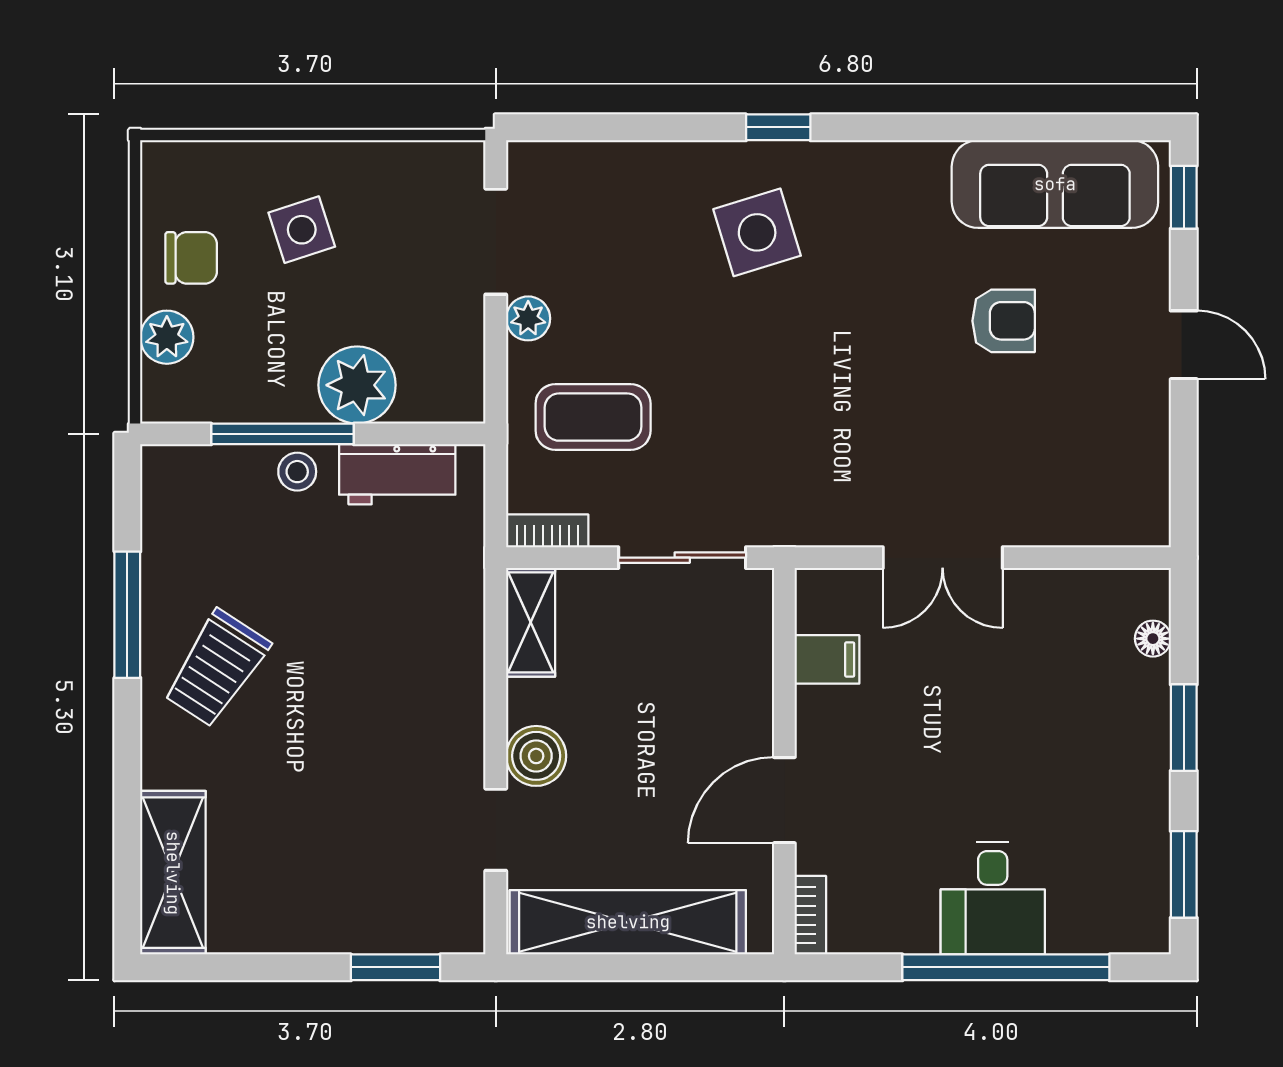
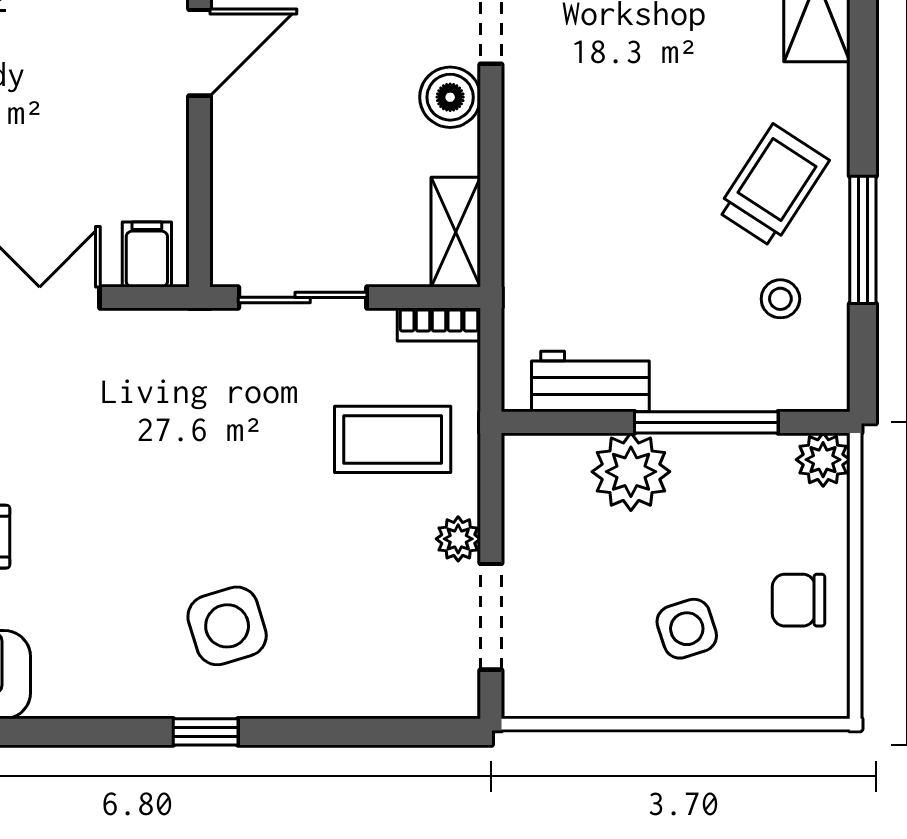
plant: (167, 337) -> (823, 460), moved
stool: (297, 472) -> (780, 299), moved
filing cabinet: (827, 659) -> (147, 254), moved, turned 90

